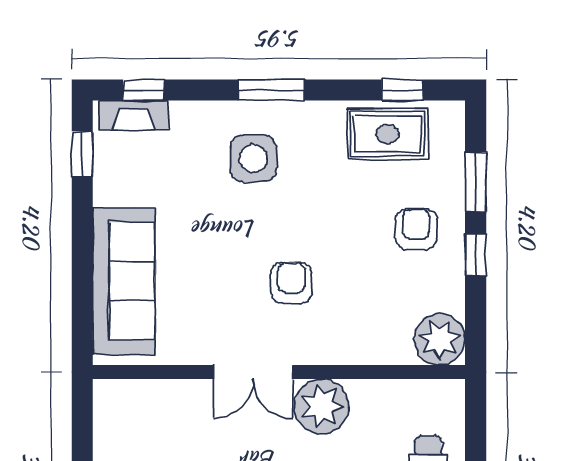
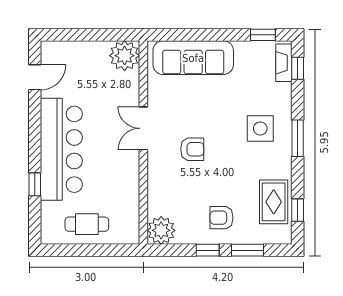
armchair: (416, 229) -> (222, 218), turned 180
plant: (322, 406) -> (125, 56), moved

